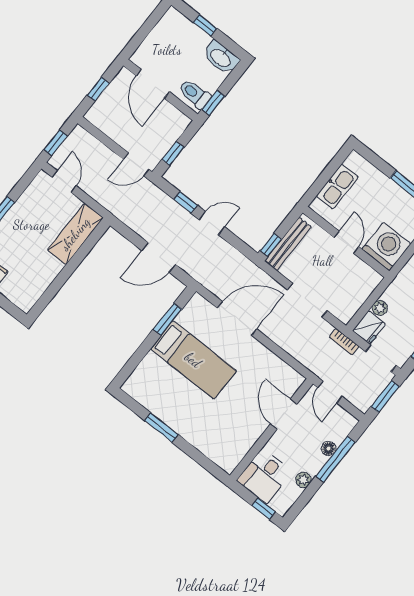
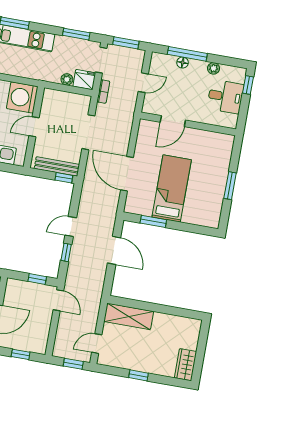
door: (212, 223) -> (71, 226), hinge flipped
door: (284, 414) -> (173, 121), moved
wall: (271, 430) -> (188, 124), moved

